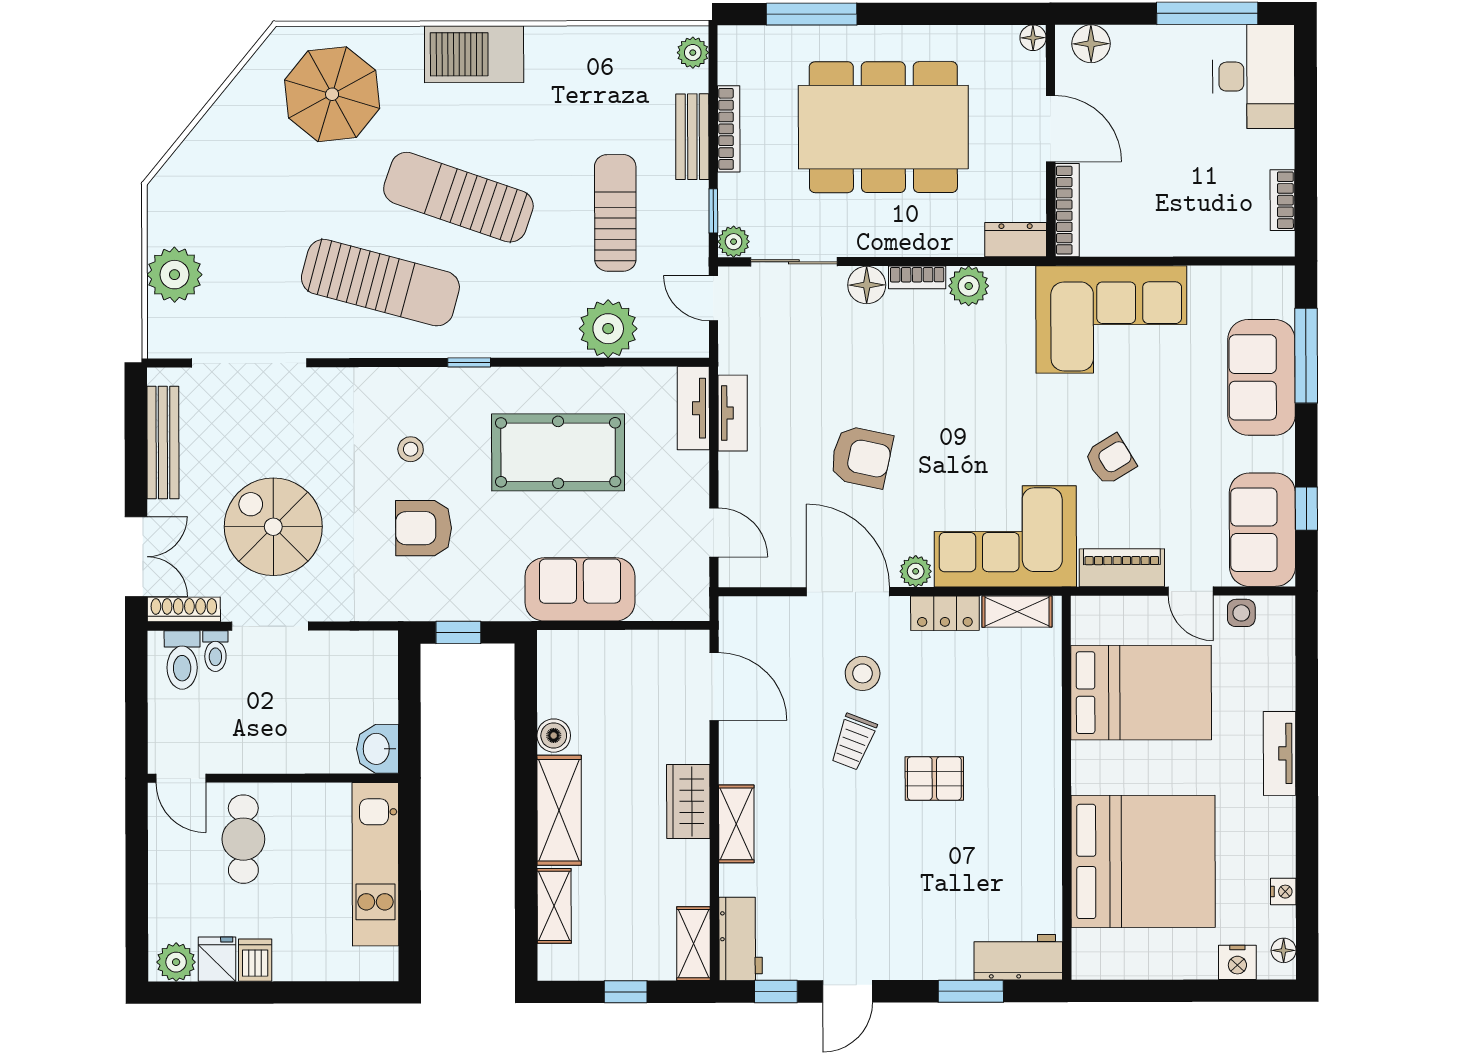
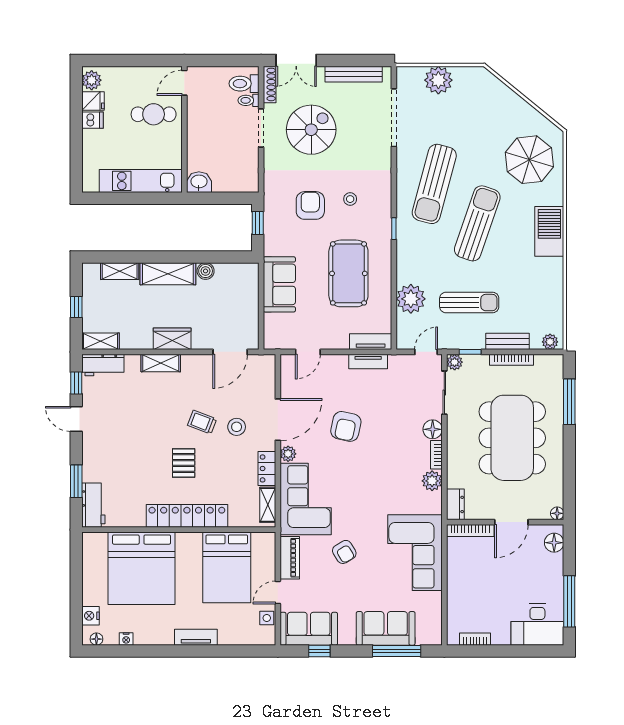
locker: (1039, 772) -> (187, 516), added

